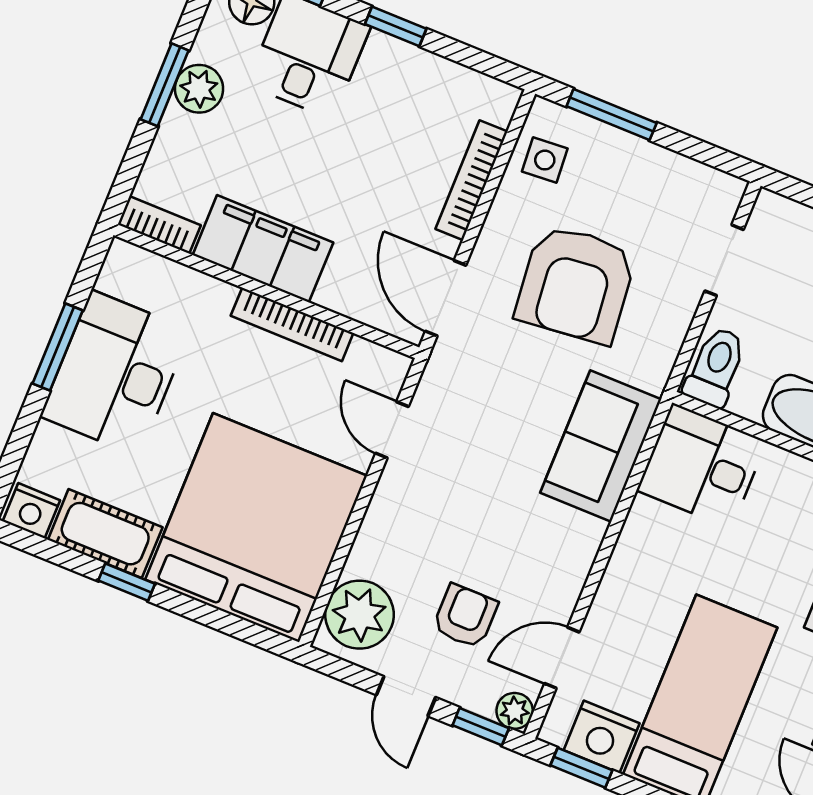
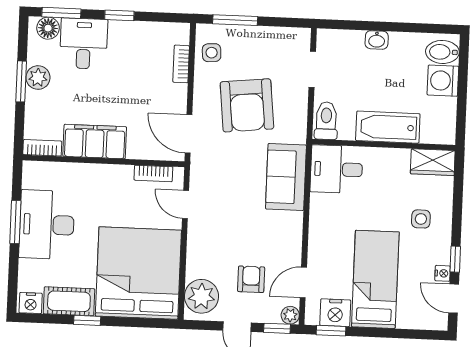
bookcase: (471, 180) -> (181, 64), width x0.64
bookcase: (292, 324) -> (153, 173), moved, width x0.64

